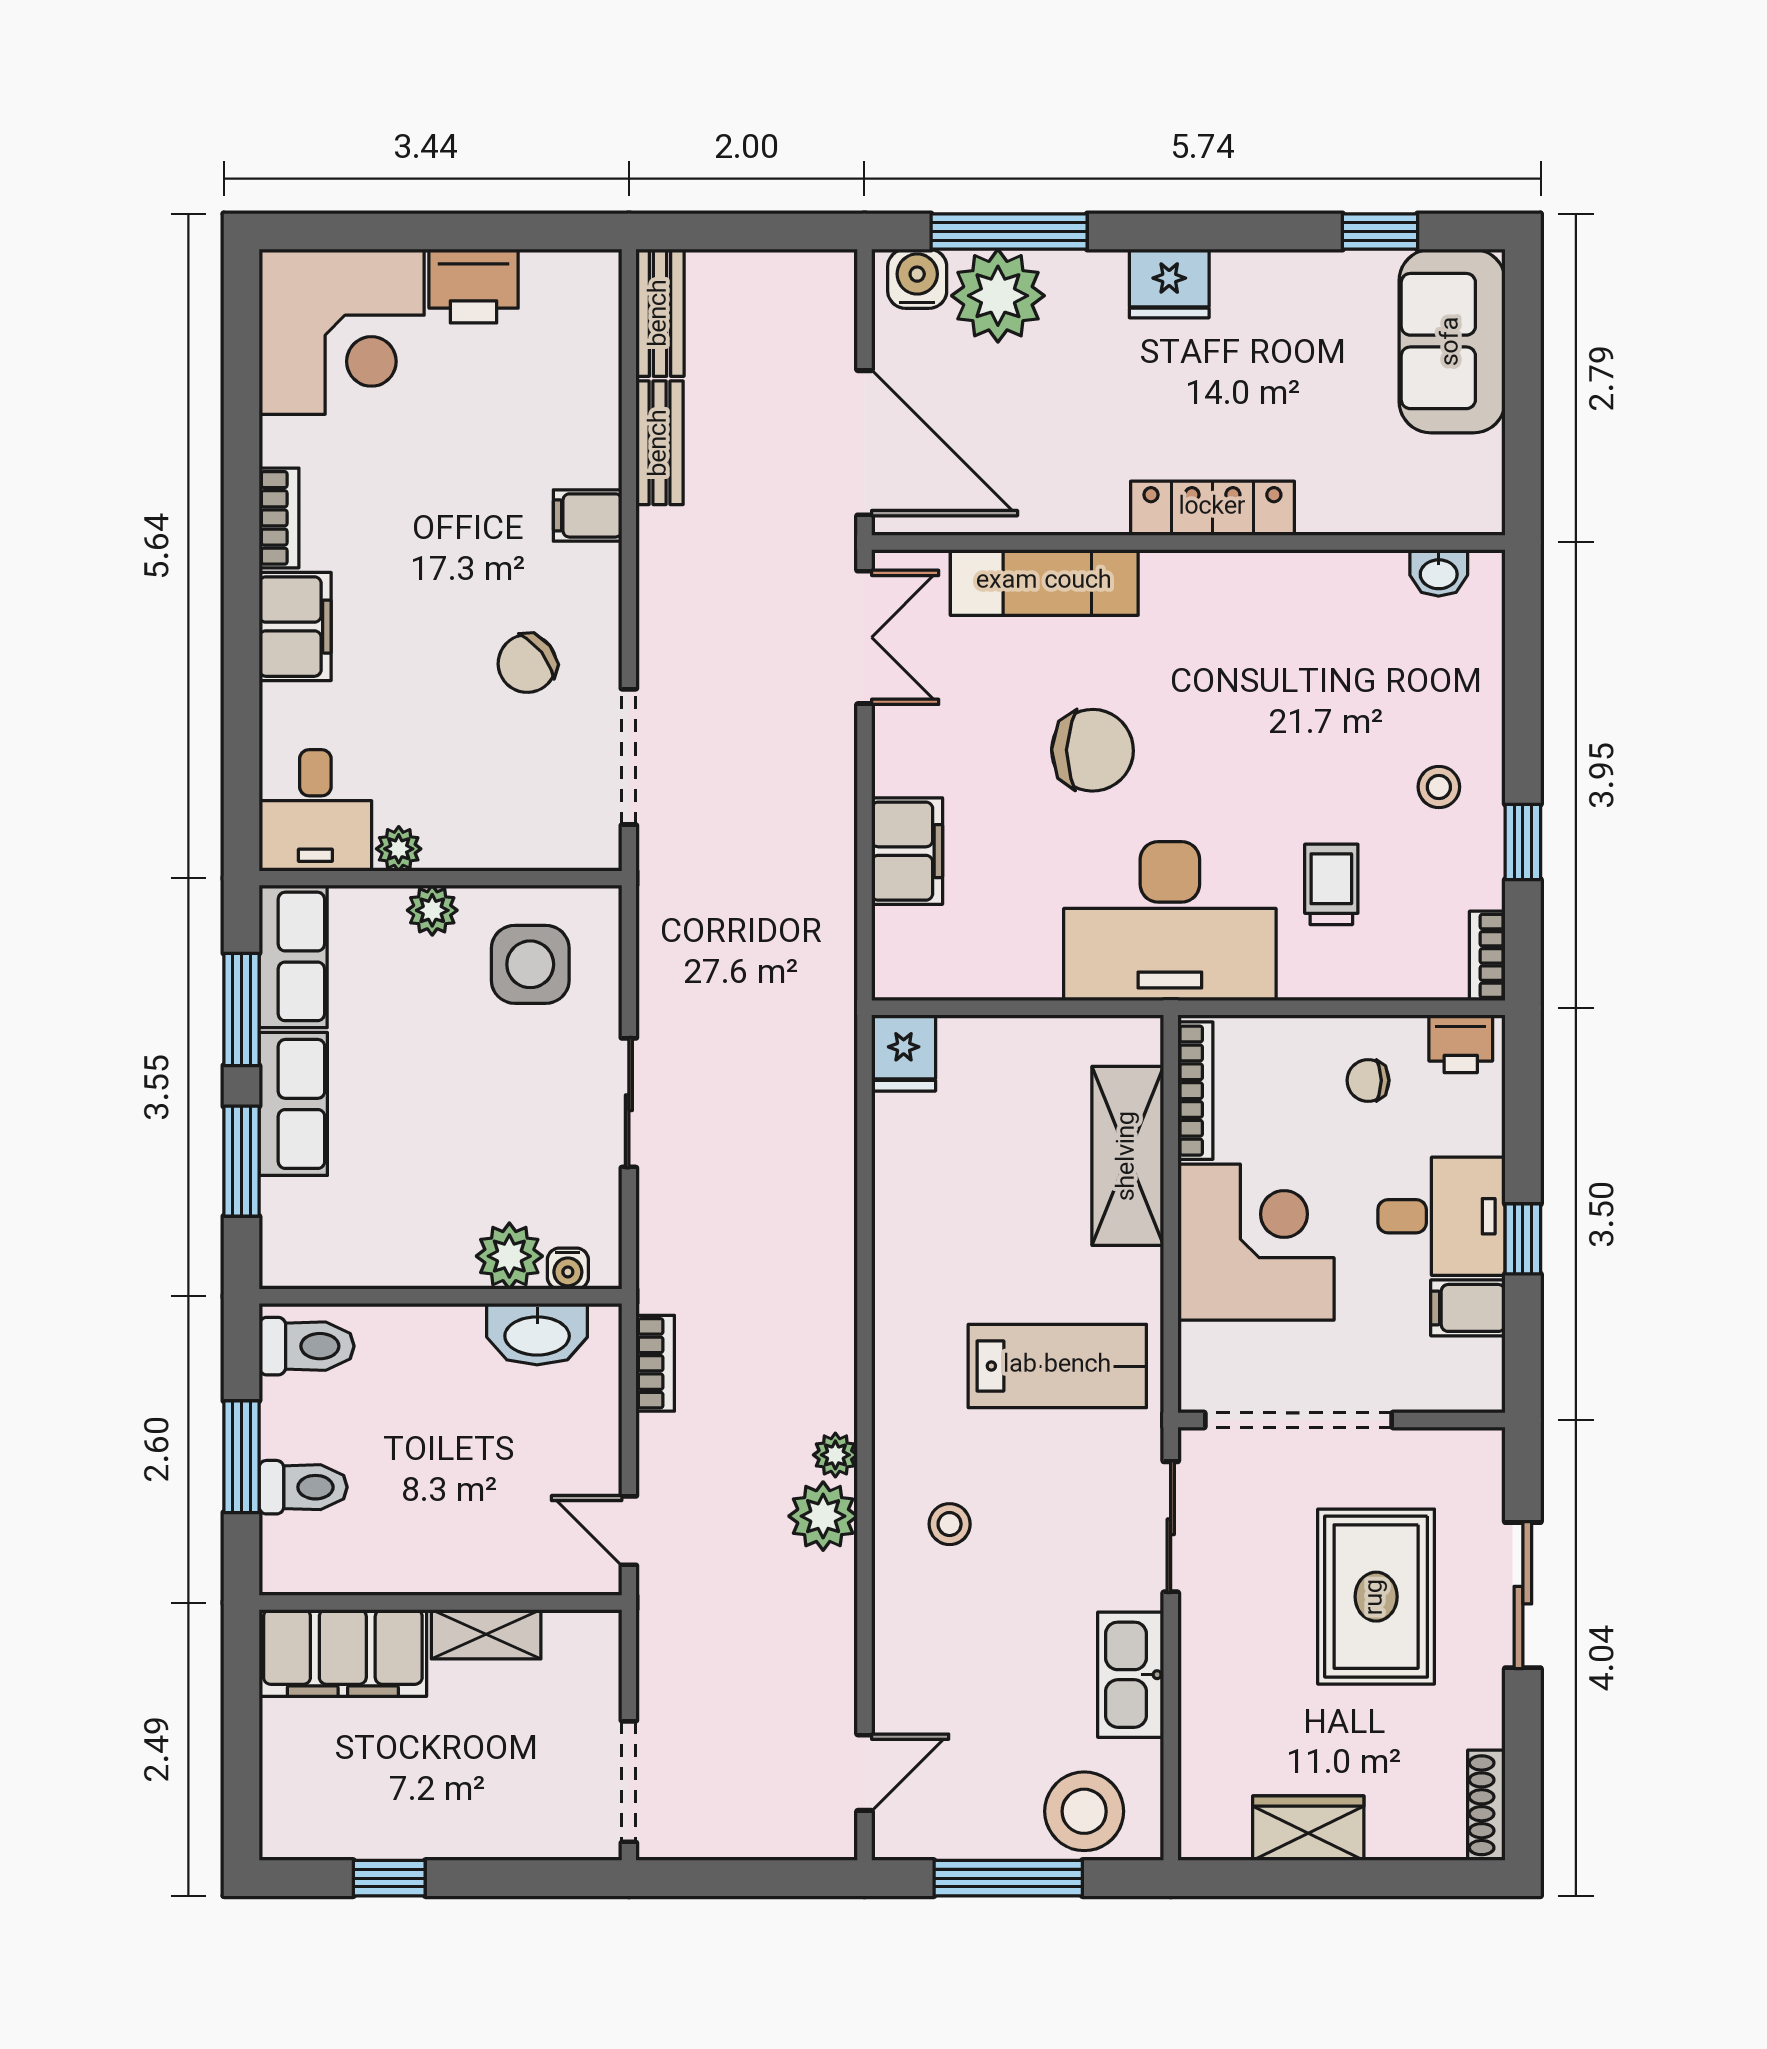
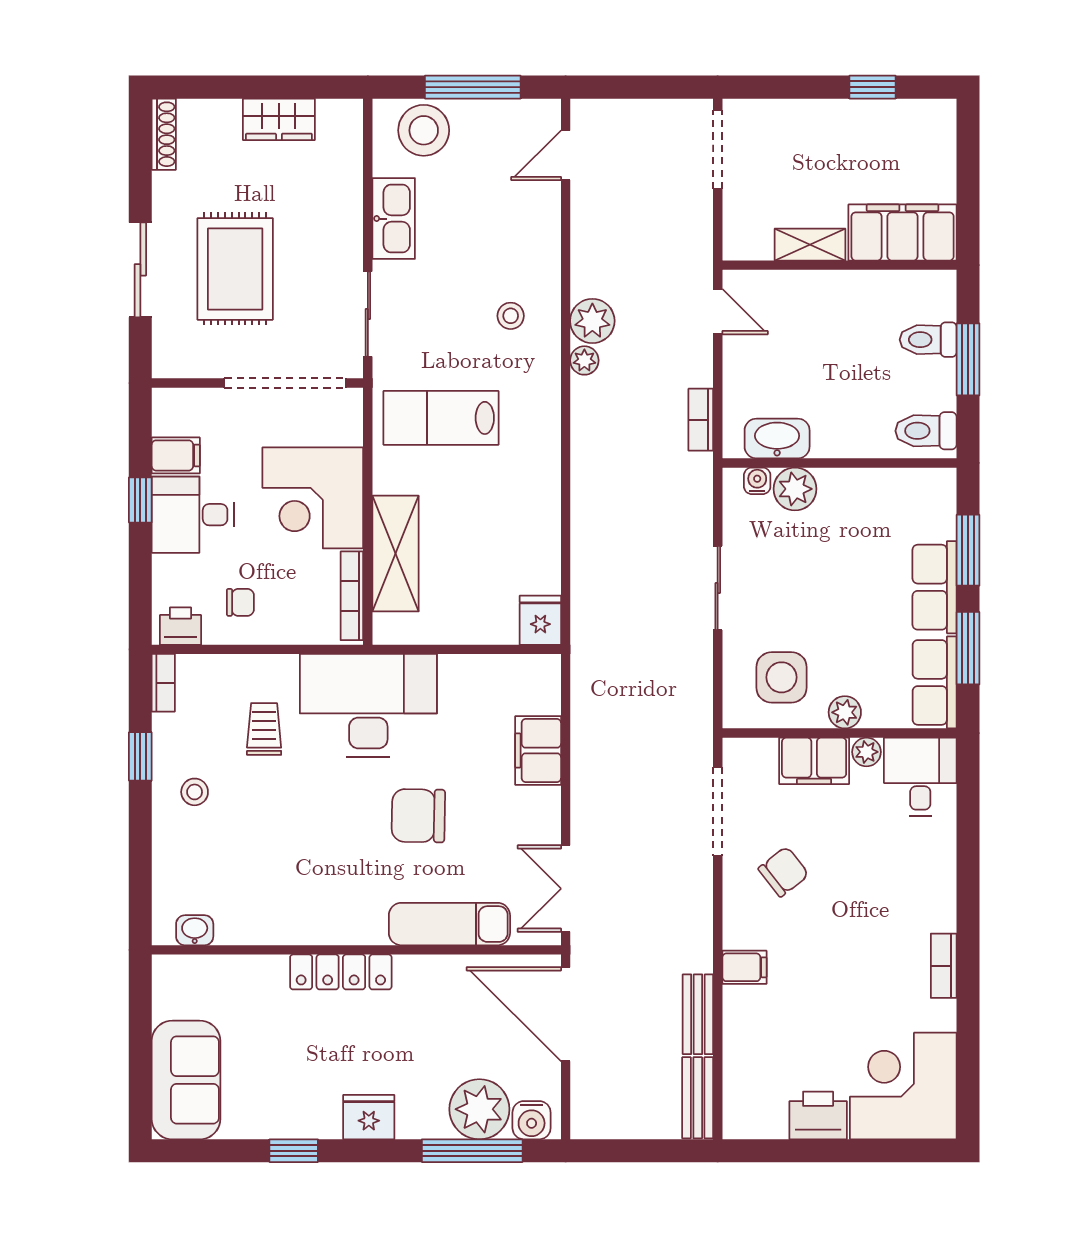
window: (1380, 232) -> (294, 1151), moved
filing cabinet: (295, 627) -> (814, 761), moved, turned -90
trolley: (1331, 884) -> (264, 729), turned 180

